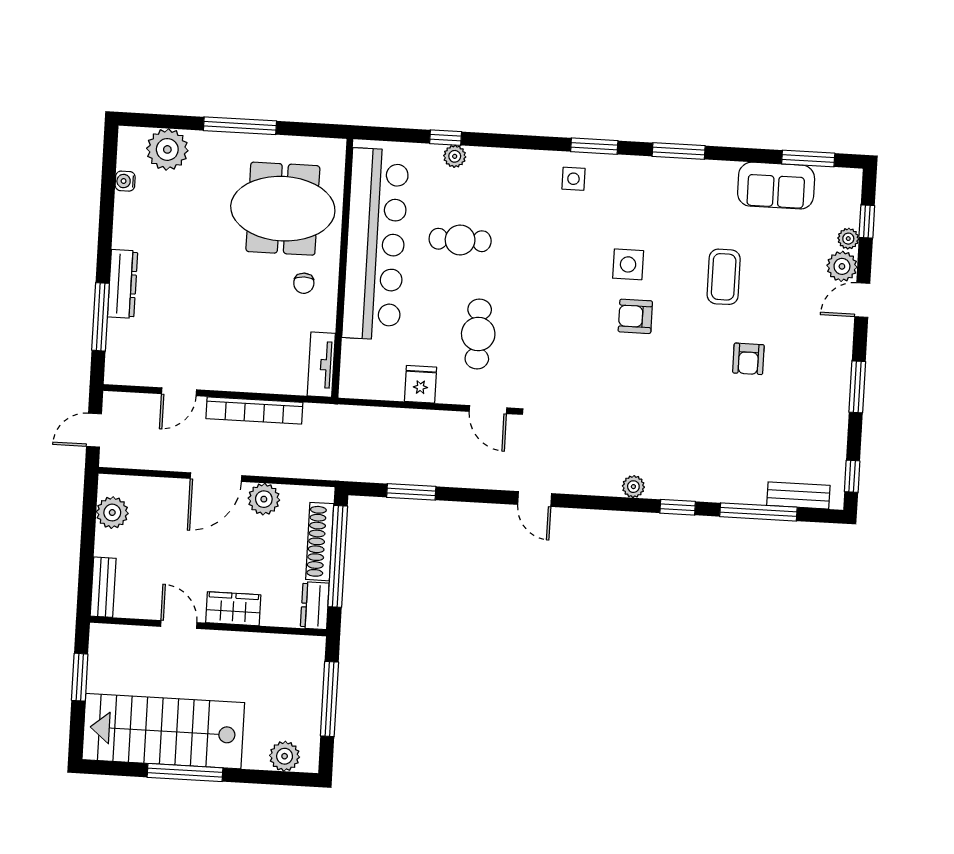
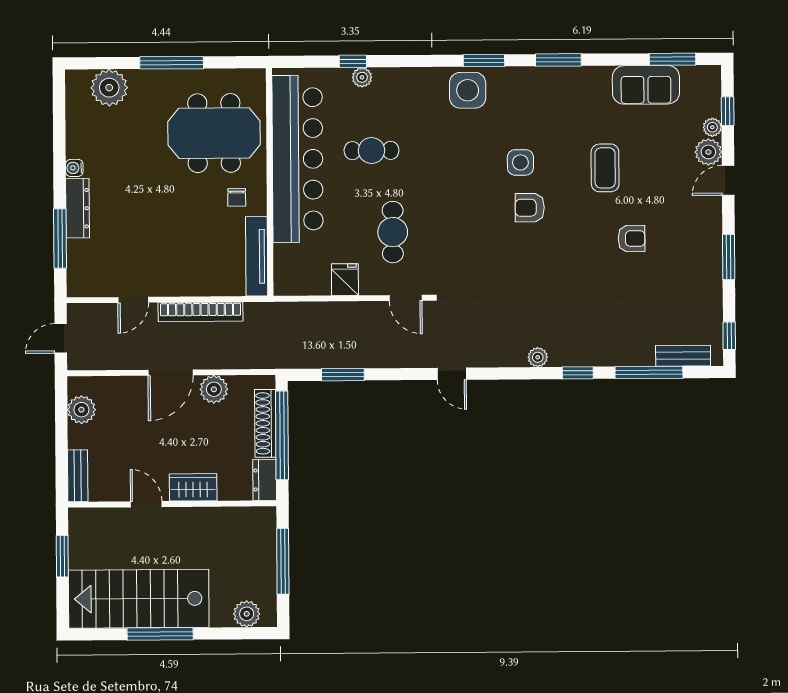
side table: (573, 179) -> (468, 90), width x1.87, depth x1.87
water cooler: (125, 181) -> (74, 168), moved
armchair: (748, 359) -> (631, 239), turned -90
tv unit: (321, 365) -> (257, 256), width x1.41

